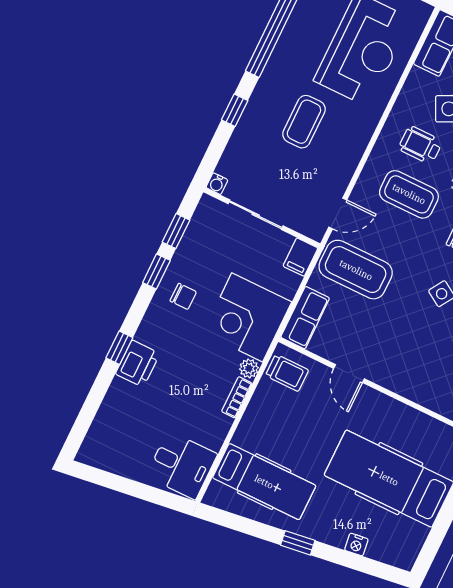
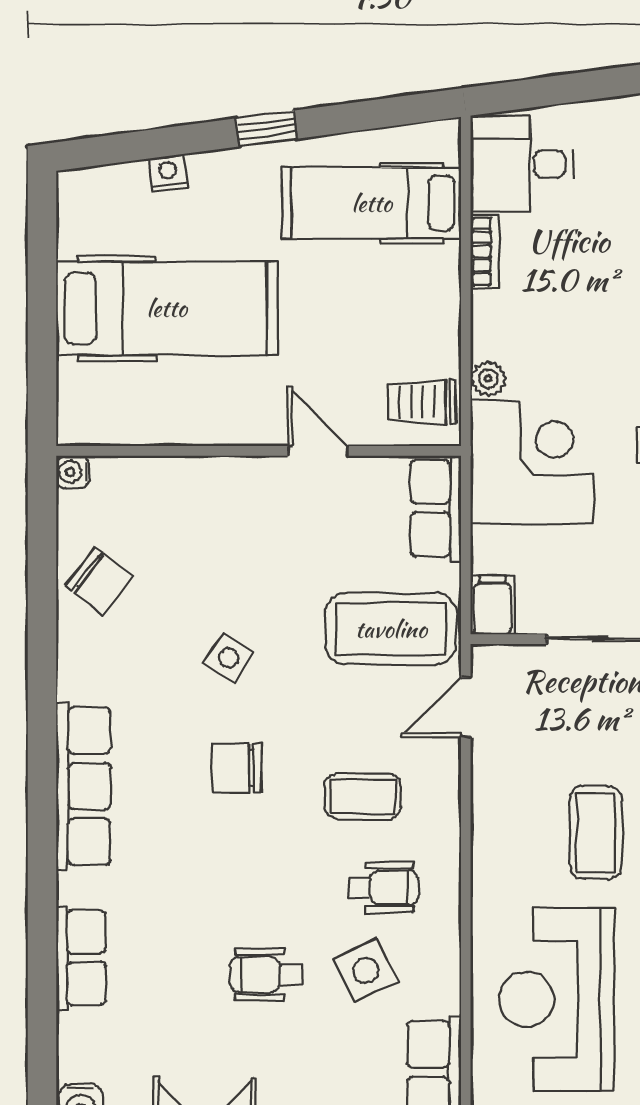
coffee table: (409, 194) -> (363, 796), width x0.73, depth x0.77
bookcase: (237, 397) -> (485, 252), moved

